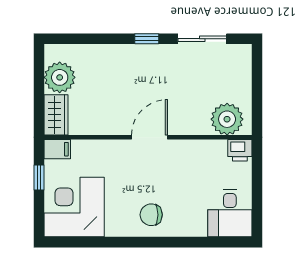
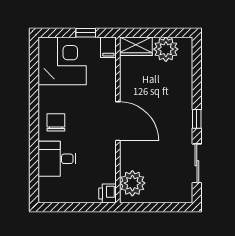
door: (149, 137) -> (118, 121), width x1.36
desk: (230, 213) -> (57, 159), moved

